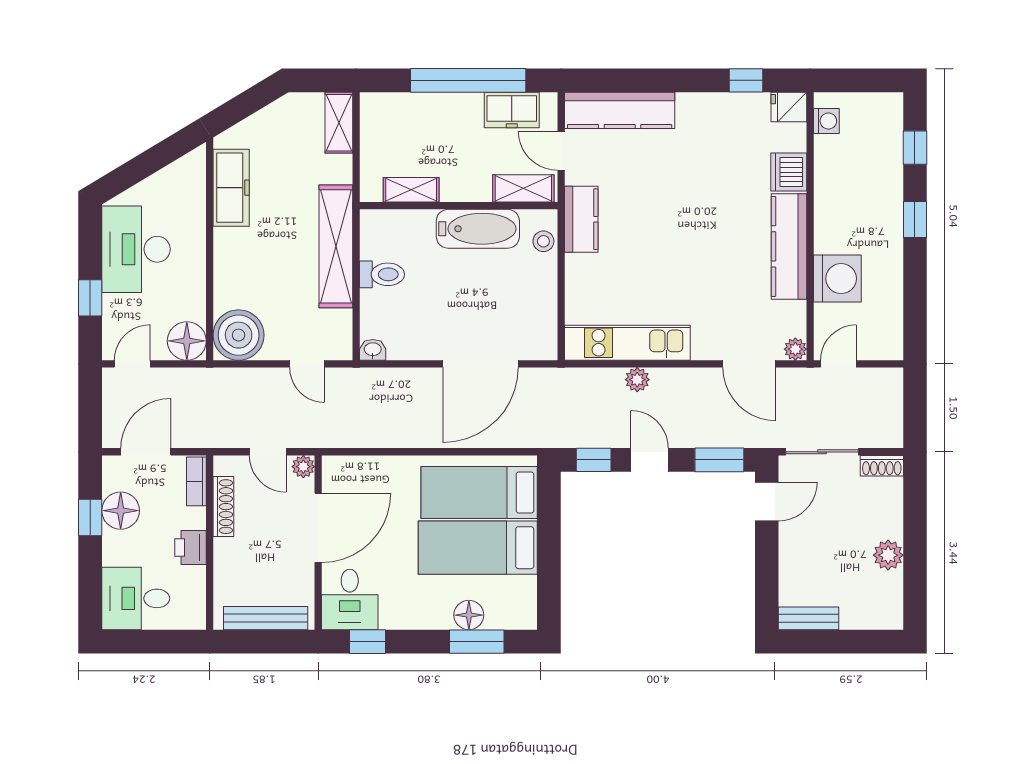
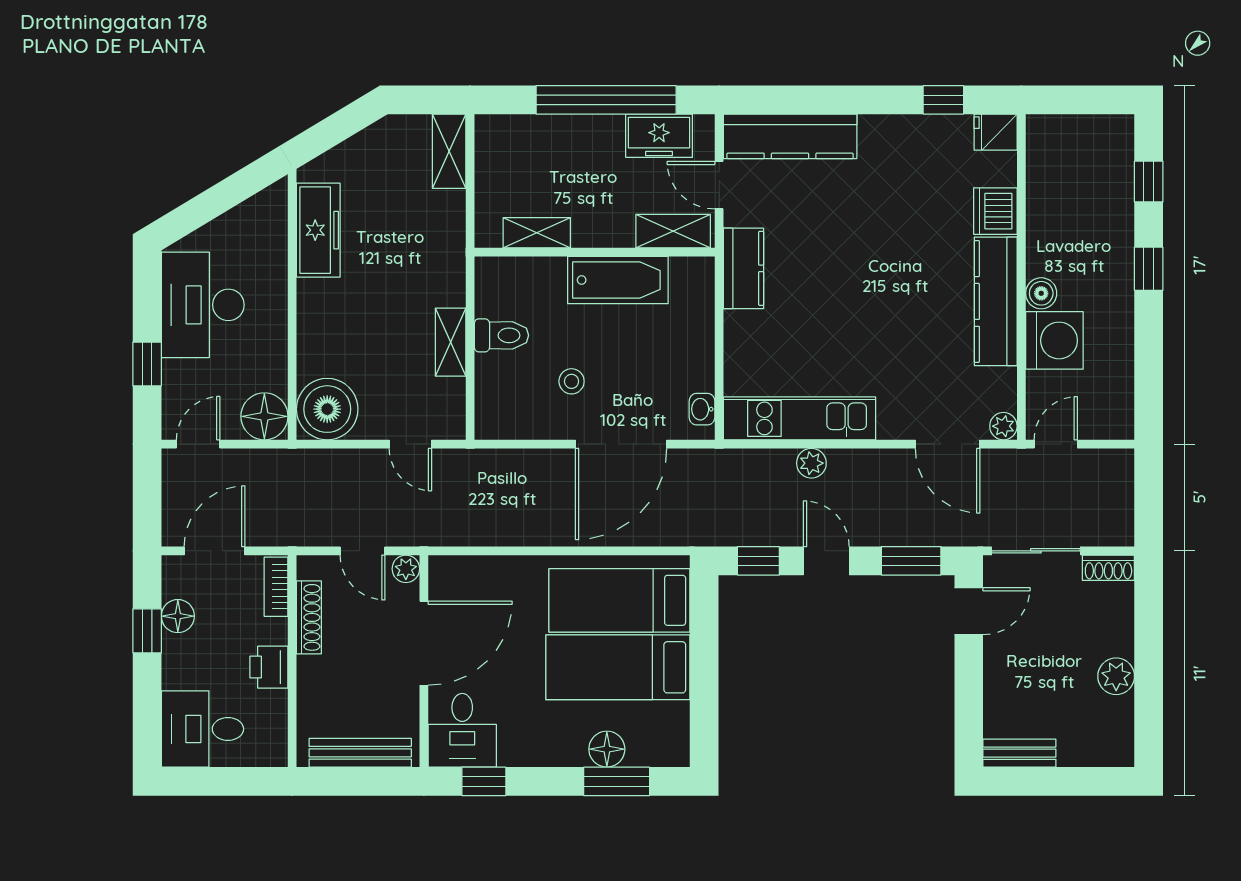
washing machine: (826, 121) -> (1041, 149), removed
boiler: (826, 240) -> (1041, 293), added
stool: (543, 241) -> (572, 381), moved
shelving: (336, 246) -> (451, 342), width x0.45, depth x0.75
washbasin: (373, 350) -> (702, 409), moved, turned -90
floor lamp: (121, 511) -> (178, 616), width x0.73, depth x0.73

